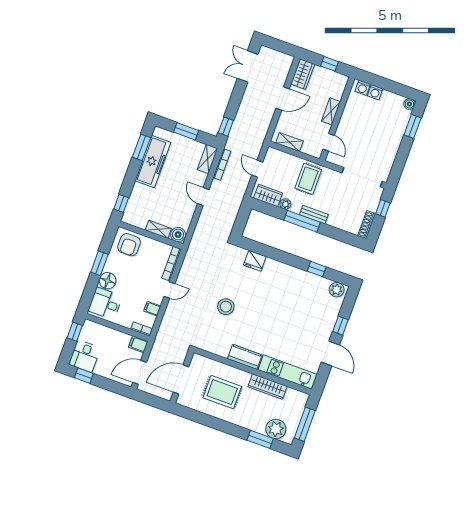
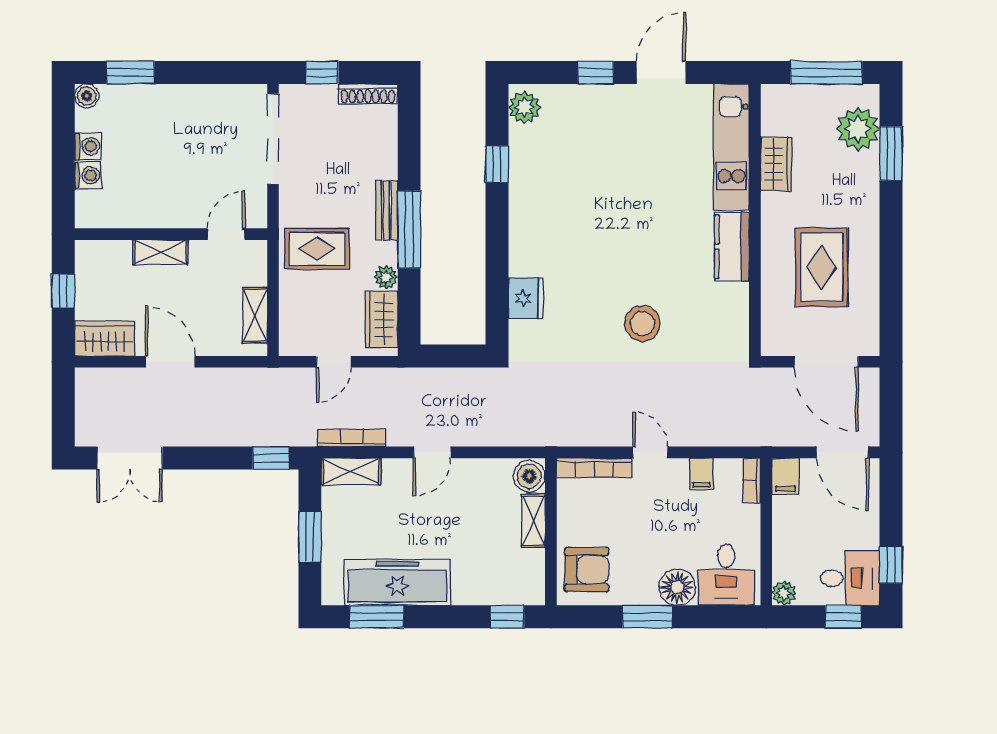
washing machine: (363, 88) -> (88, 146), moved
plant: (88, 325) -> (784, 593), added
window: (75, 332) -> (843, 617), moved
wardrobe: (268, 387) -> (776, 164), width x0.67

